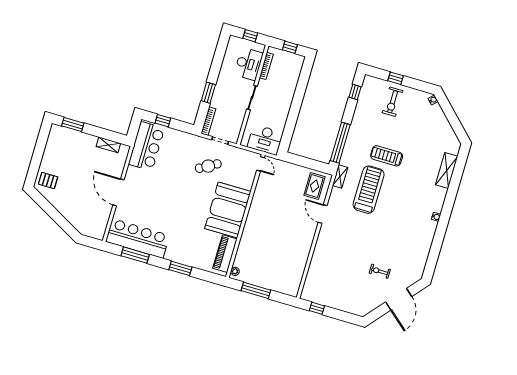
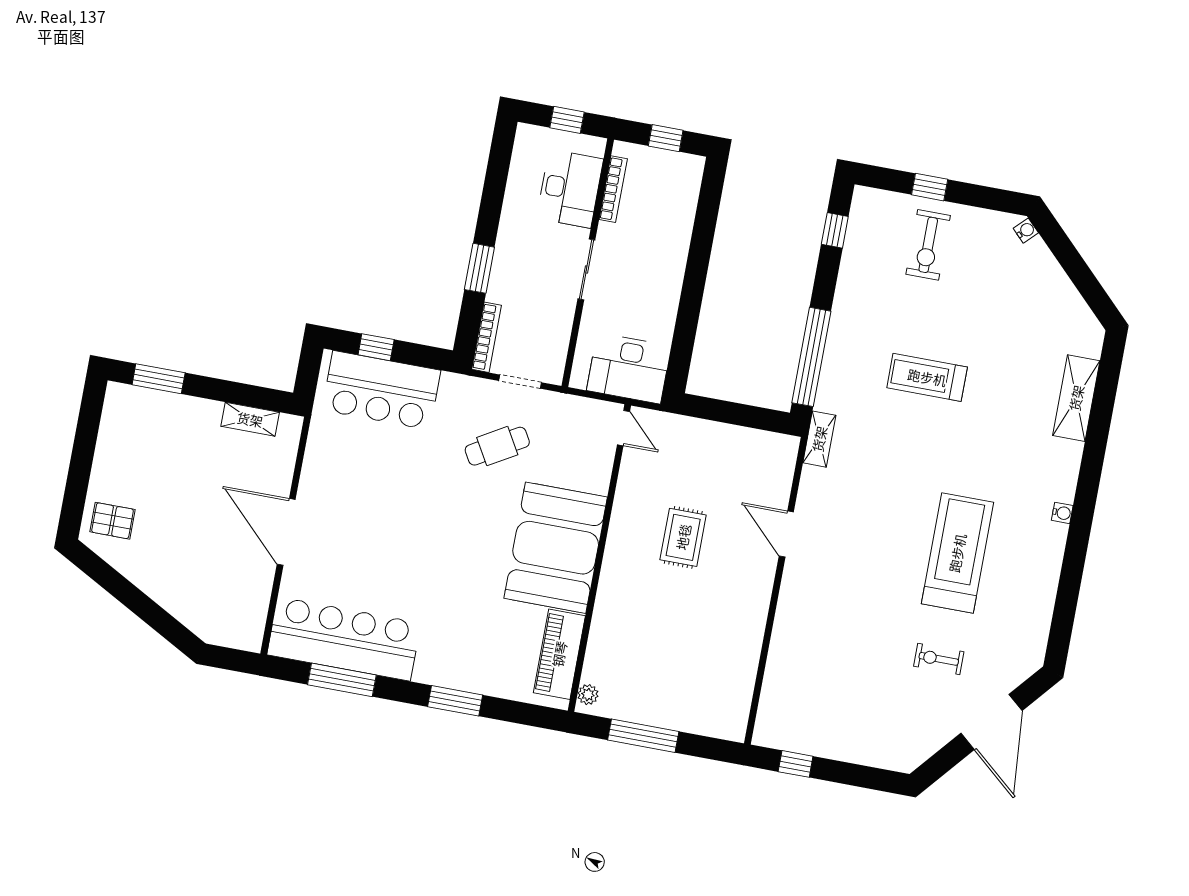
bar counter: (146, 146) -> (381, 390), moved, turned 90
rug: (314, 186) -> (683, 537), moved
treadmill: (369, 190) -> (957, 553), moved

